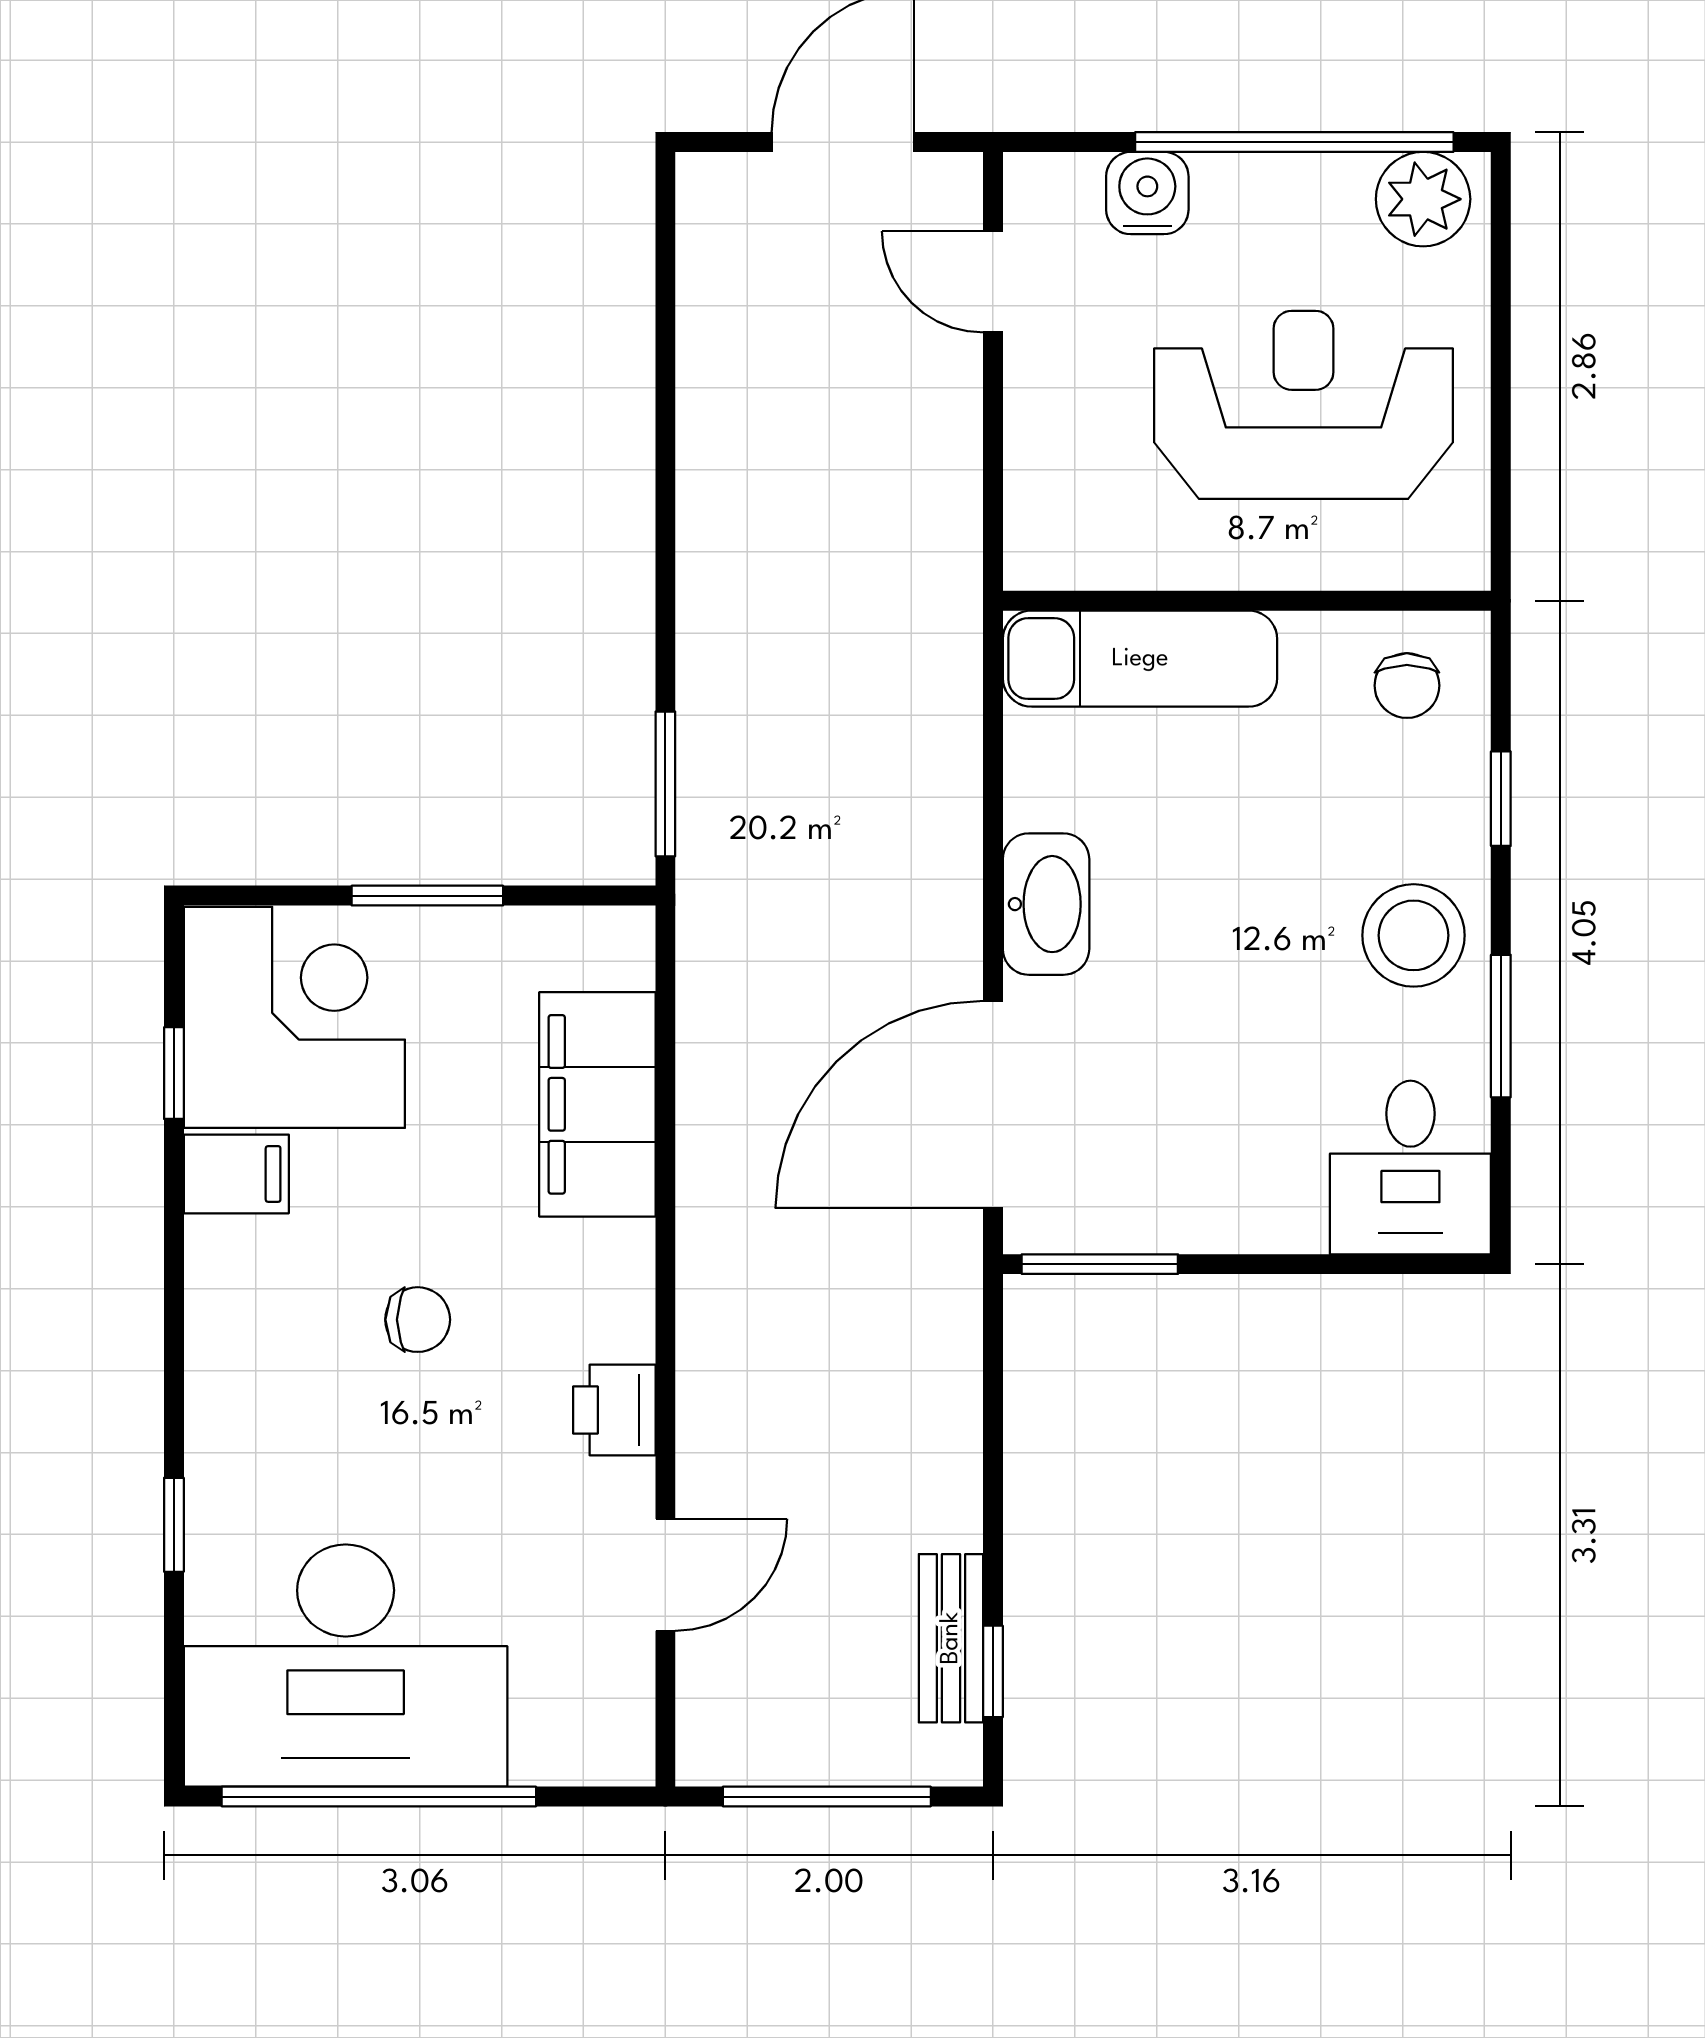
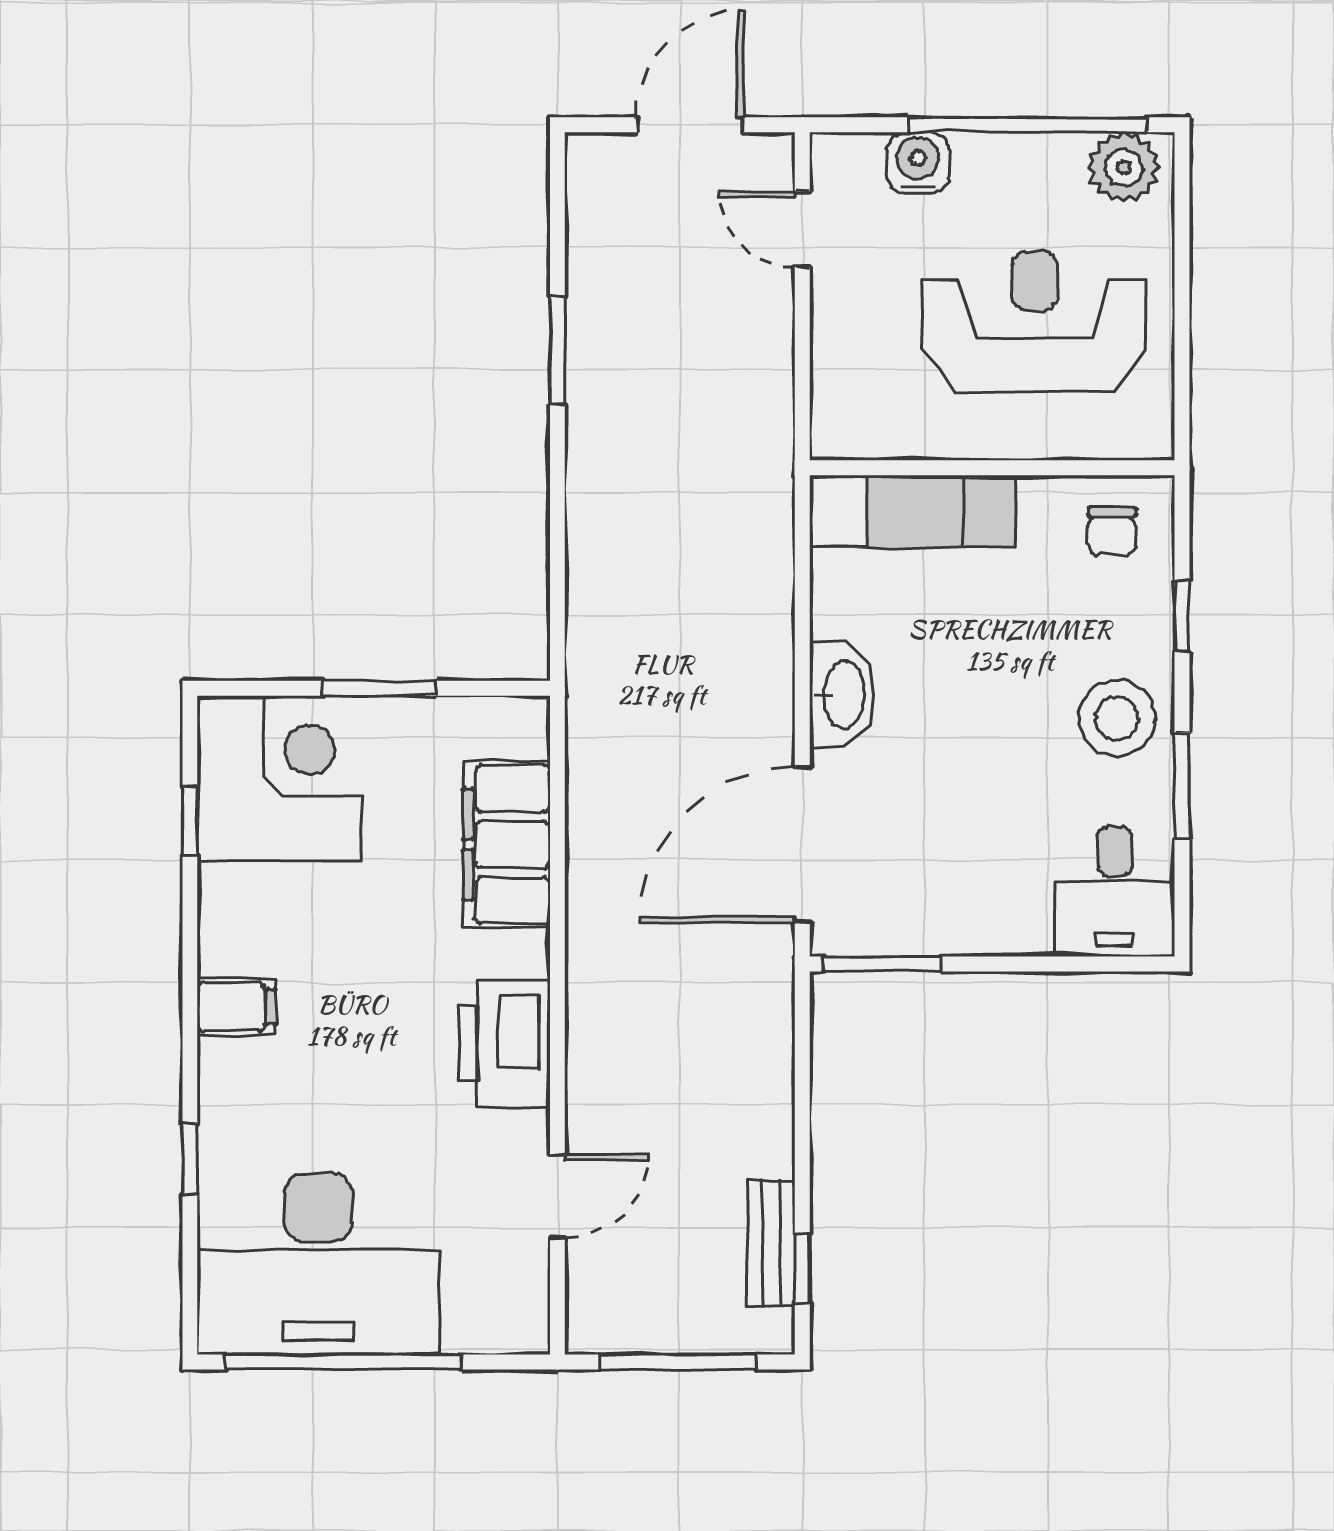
window: (665, 784) -> (557, 350), moved
filing cabinet: (236, 1174) -> (237, 1007), moved
chair: (418, 1320) -> (372, 1005), removed
printer: (614, 1410) -> (504, 1043), width x1.87, depth x1.48

